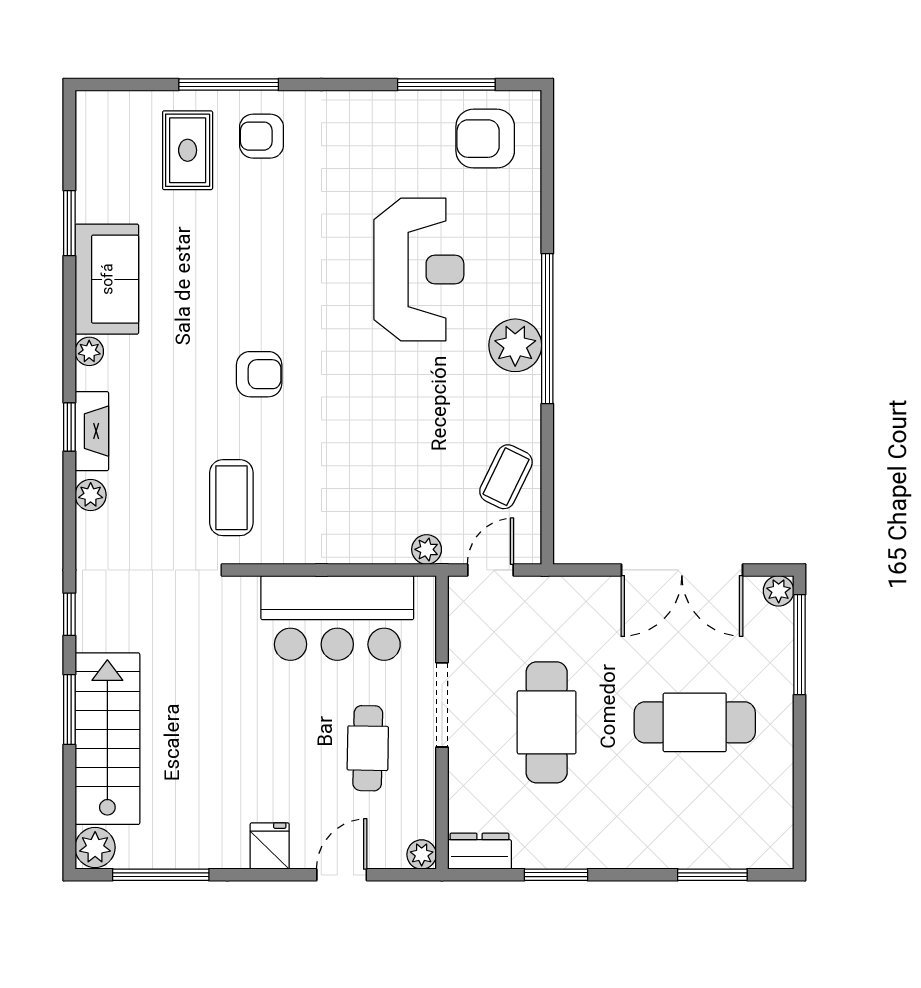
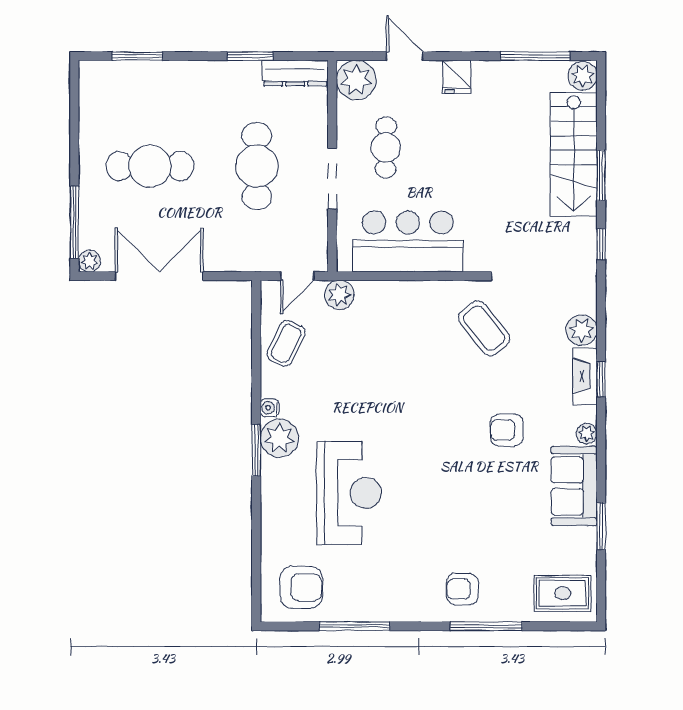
window: (446, 85) -> (354, 626), moved
armchair: (262, 136) -> (462, 589), turned 180
rug: (188, 150) -> (563, 593), moved, turned 90
reception desk: (419, 270) -> (349, 493), turned 180
window: (547, 329) -> (256, 450), width x0.47
armchair: (259, 374) -> (507, 430), moved
water cooler: (529, 387) -> (270, 408), added
plant: (91, 495) -> (582, 330), width x1.38, depth x1.38
coffee table: (231, 498) -> (484, 328), turned -39
plant: (427, 549) -> (339, 295), width x1.38, depth x1.38
dresser: (479, 851) -> (295, 73), width x1.44
plant: (422, 854) -> (356, 80), width x1.87, depth x1.87
door: (342, 875) -> (405, 56), swing flipped

